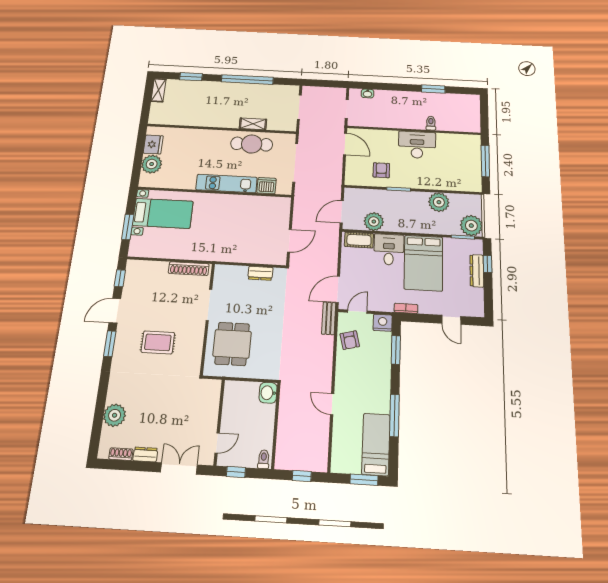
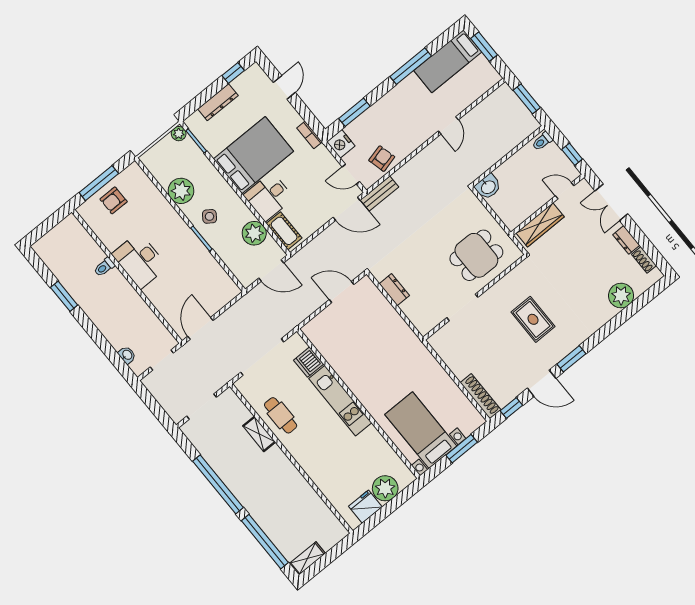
window: (191, 77) -> (265, 542), width x2.11
cafe table: (252, 144) -> (281, 415), width x0.73, depth x0.74
armchair: (381, 170) -> (114, 200), moved
side table: (408, 205) -> (209, 216), added
plant: (471, 226) -> (179, 134), width x0.53, depth x0.53
window: (488, 264) -> (233, 73), moved
shoe rack: (189, 269) -> (481, 396), moved
wardrobe: (211, 404) -> (540, 225), added
window: (302, 476) -> (527, 99), width x1.50

